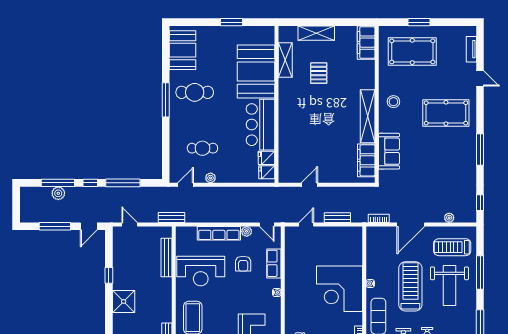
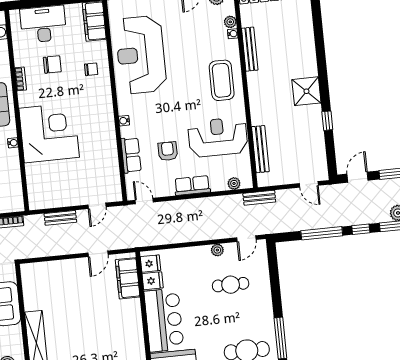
filing cabinet: (366, 160) -> (128, 278), moved, turned 180
plant: (247, 231) -> (234, 183), moved
row of seats: (219, 233) -> (192, 186), width x0.68

